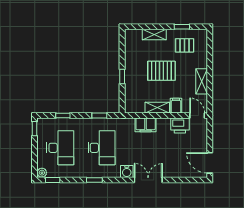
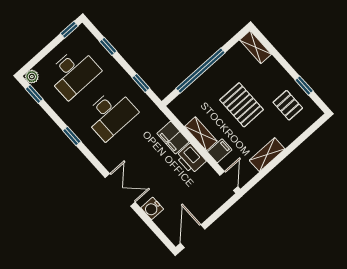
shelving: (154, 34) -> (255, 47), moved
window: (122, 76) -> (201, 71), width x3.17
printer: (180, 126) -> (191, 159), moved
water cooler: (127, 172) -> (152, 208), moved

